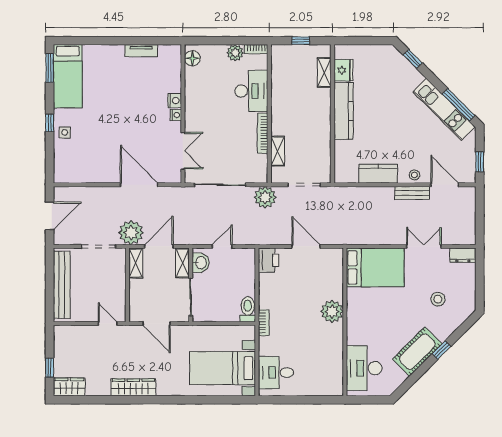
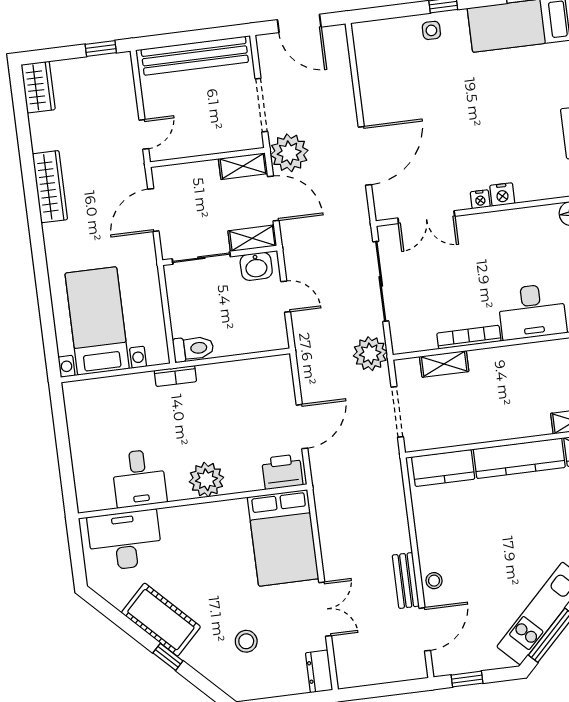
kitchen counter: (378, 174) -> (443, 468), moved, turned 90
printer: (269, 260) -> (282, 472), moved, turned 180
window: (50, 368) -> (101, 48), moved
desk: (276, 373) -> (139, 478), moved, turned 180

